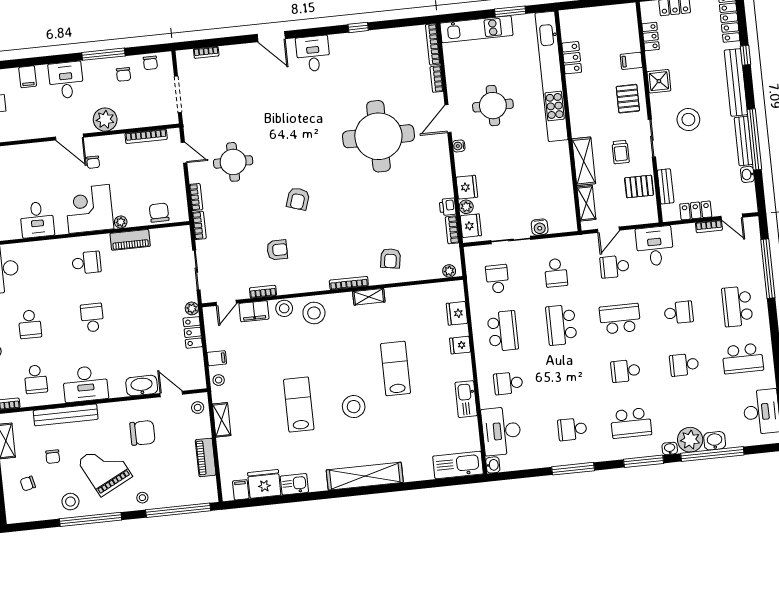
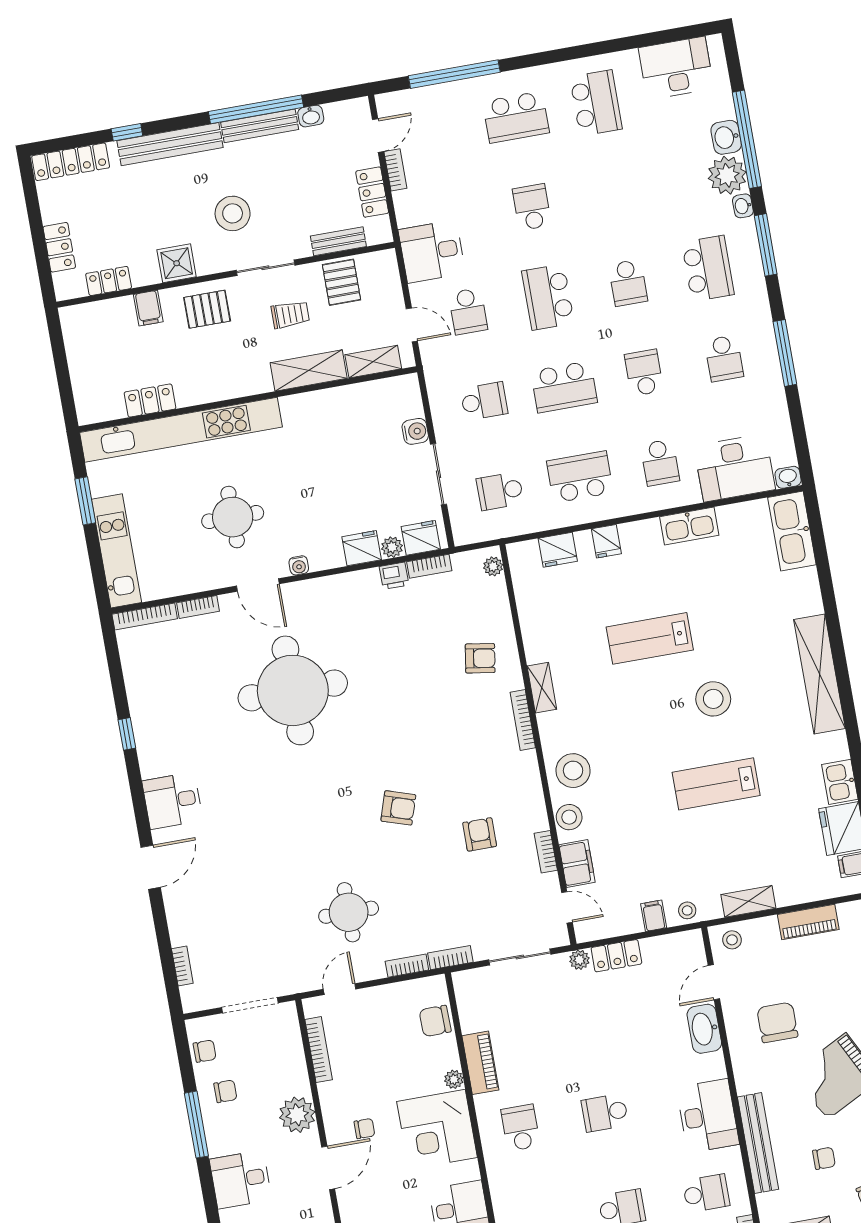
school desk: (684, 365) -> (644, 373), moved, turned 180

